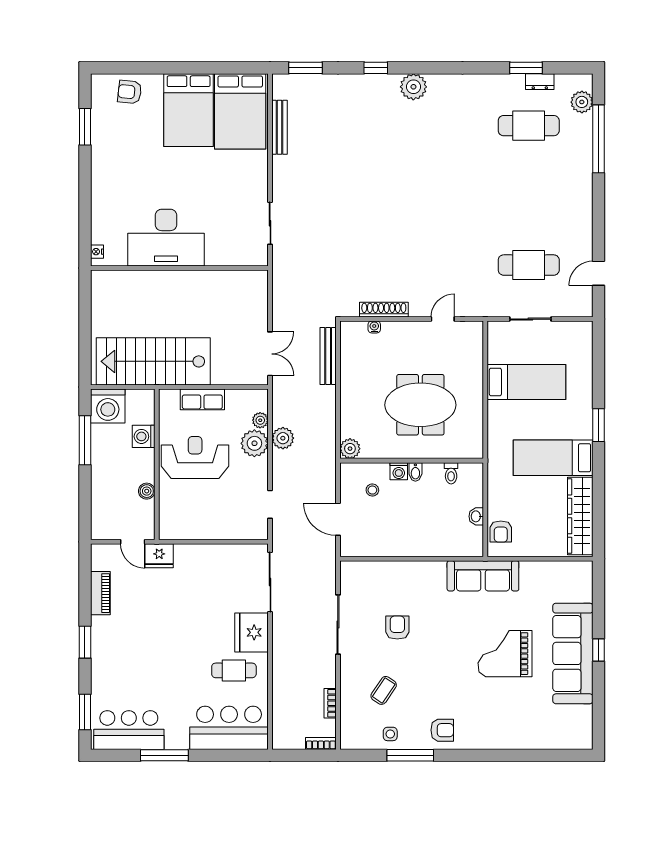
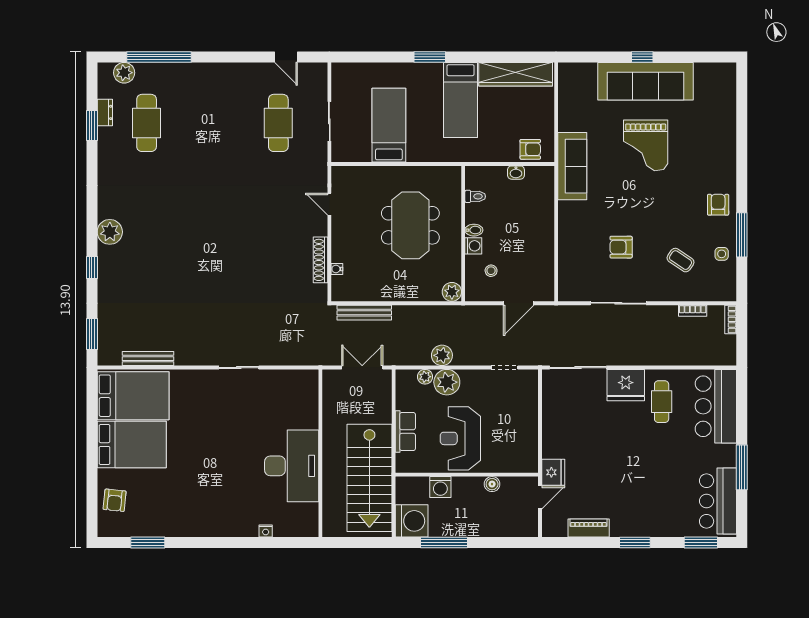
desk: (166, 238) -> (292, 466), moved
wall: (179, 268) -> (320, 453), moved

